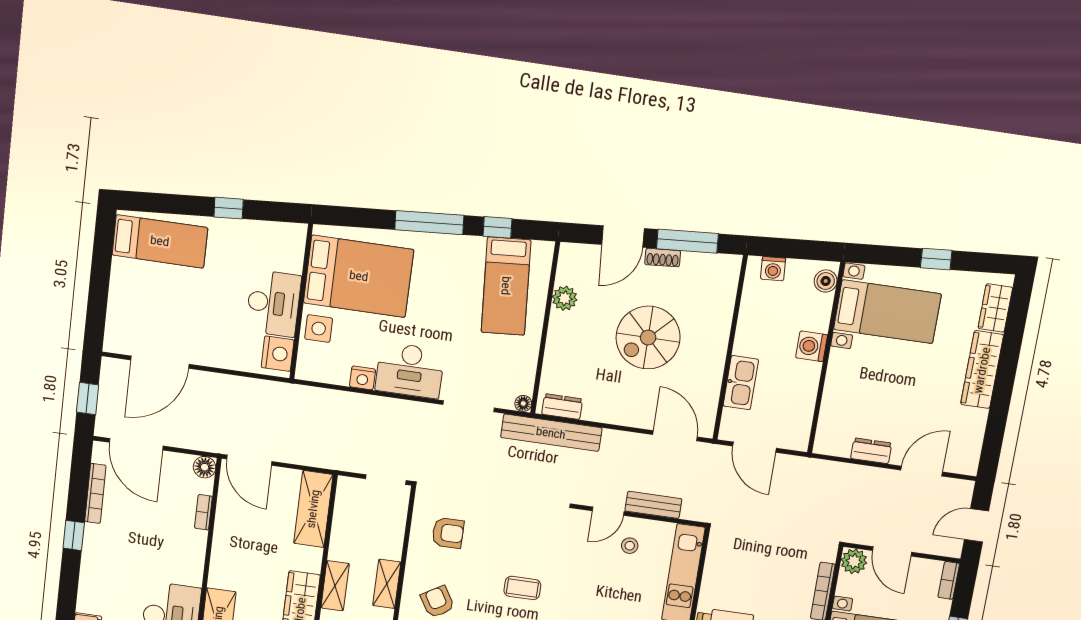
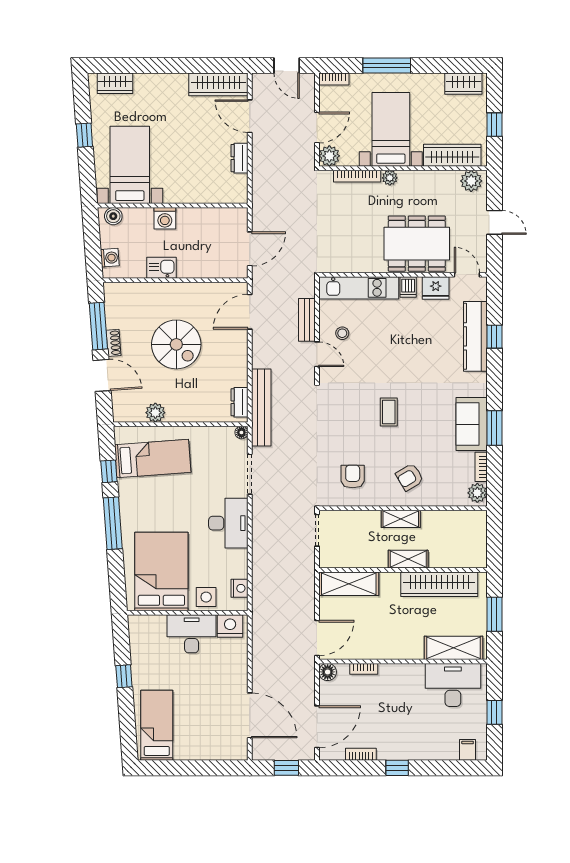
wardrobe: (982, 370) -> (218, 84), moved
nightstand: (362, 378) -> (240, 588), moved
kitchen sink: (741, 383) -> (162, 268), moved, width x0.73
bookcase: (95, 493) -> (361, 754), width x0.64

